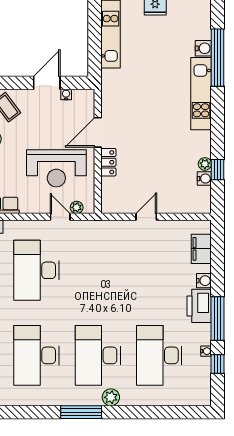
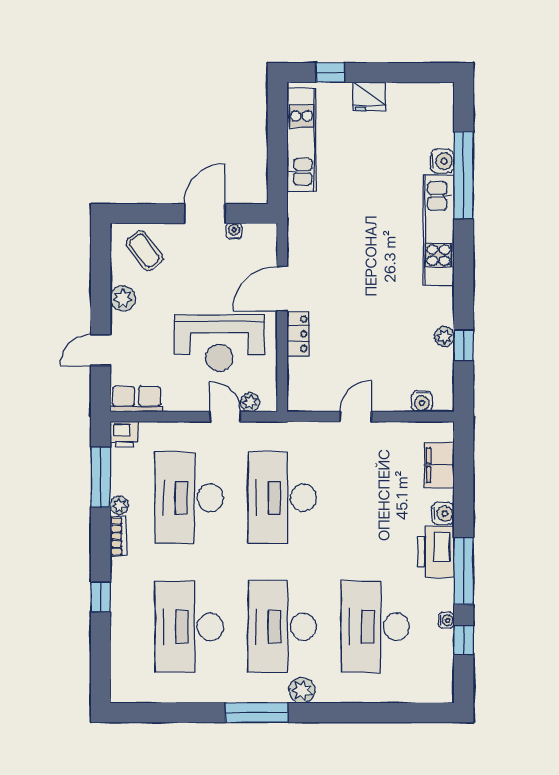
water cooler: (204, 179) -> (422, 401), moved, turned 90
desk: (98, 270) -> (282, 498), added

